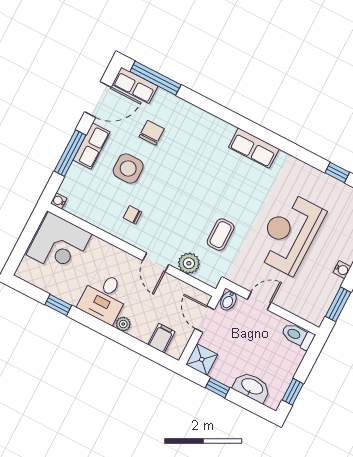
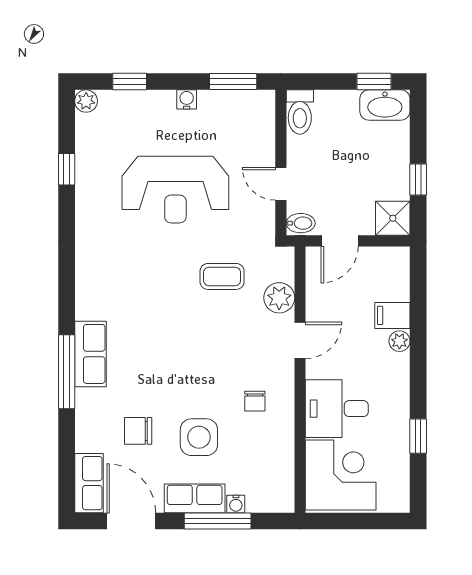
window: (155, 78) -> (67, 372), moved
row of seats: (254, 148) -> (90, 354), moved
water cooler: (59, 201) -> (236, 504), moved
desk: (104, 298) -> (337, 409), moved, turned 180
filing cabinet: (161, 338) -> (392, 315), moved
washbasin: (252, 387) -> (385, 105), moved, turned -90

